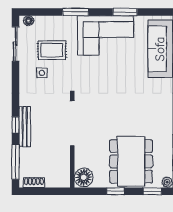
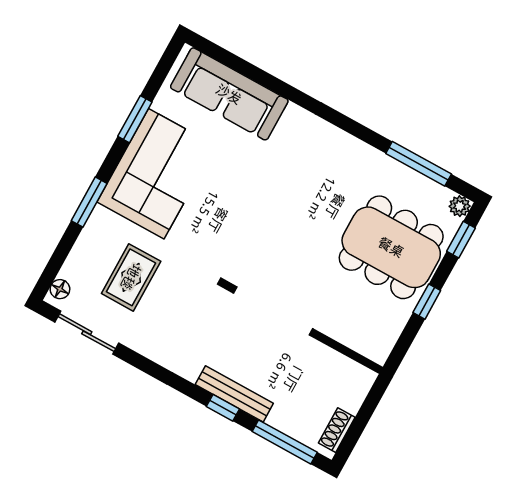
side table: (42, 73) -> (160, 315), removed
floor lamp: (84, 177) -> (374, 342), removed

